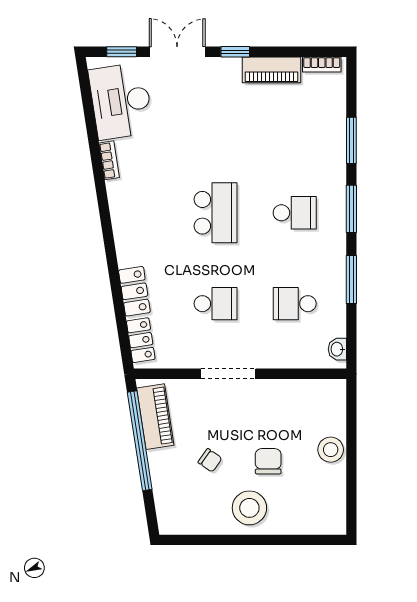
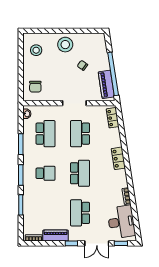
school desk: (216, 122) -> (80, 213), added
school desk: (216, 213) -> (80, 173), turned 180
school desk: (295, 213) -> (45, 173), turned 180
locker: (134, 291) -> (118, 158), moved
school desk: (216, 304) -> (80, 134), width x1.85
school desk: (295, 304) -> (45, 134), width x1.85
stool: (331, 450) -> (36, 50), moved
chair: (268, 461) -> (35, 87), moved

